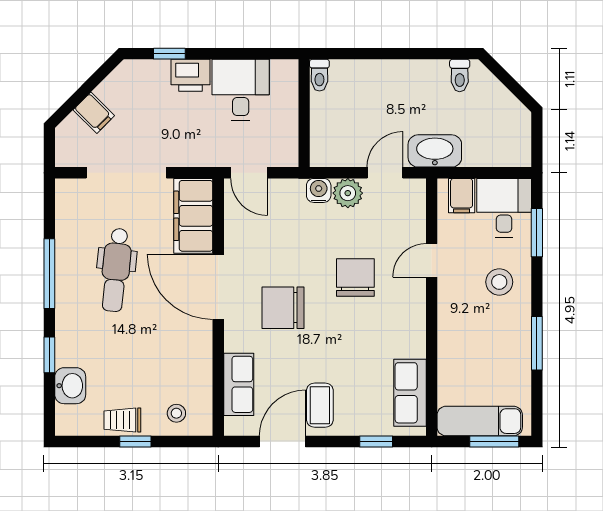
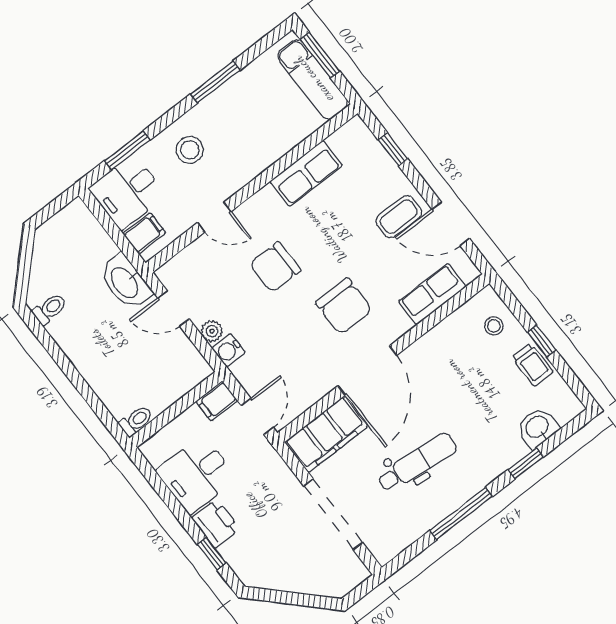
filing cabinet: (94, 113) -> (217, 401), moved, turned -135
plant: (348, 193) -> (212, 331), width x0.73, depth x0.73
row of seats: (410, 393) -> (306, 173), moved

